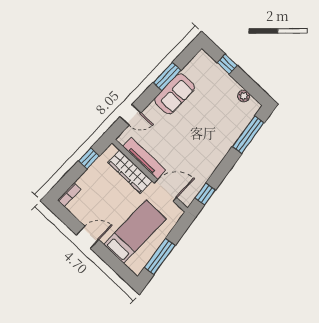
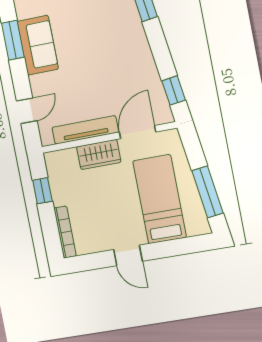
wardrobe: (130, 172) -> (99, 154), width x0.67
bookcase: (69, 195) -> (65, 232), width x1.56
door: (88, 237) -> (128, 255), swing flipped

